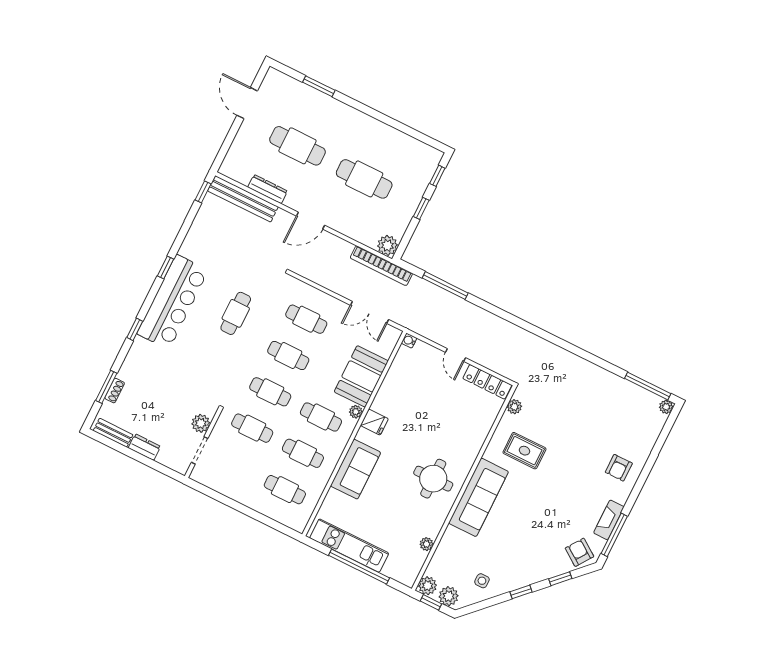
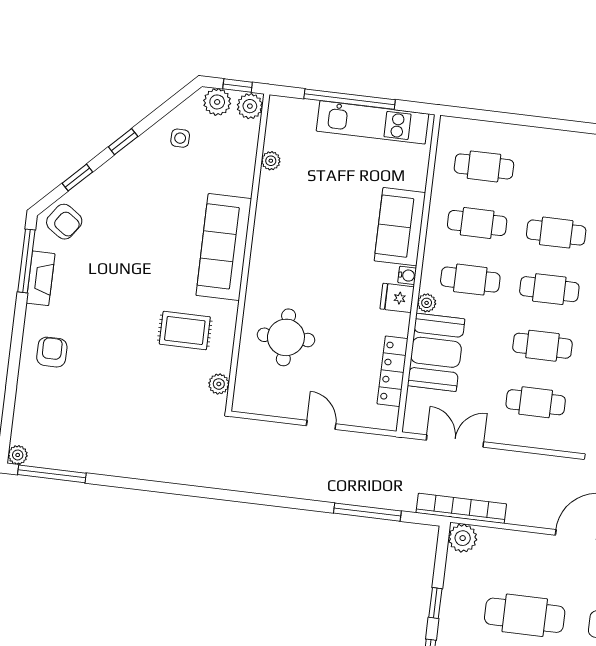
water cooler: (409, 341) -> (407, 275), moved
locker: (487, 382) -> (393, 371), moved, turned -90
round table: (433, 479) -> (286, 337), moved

